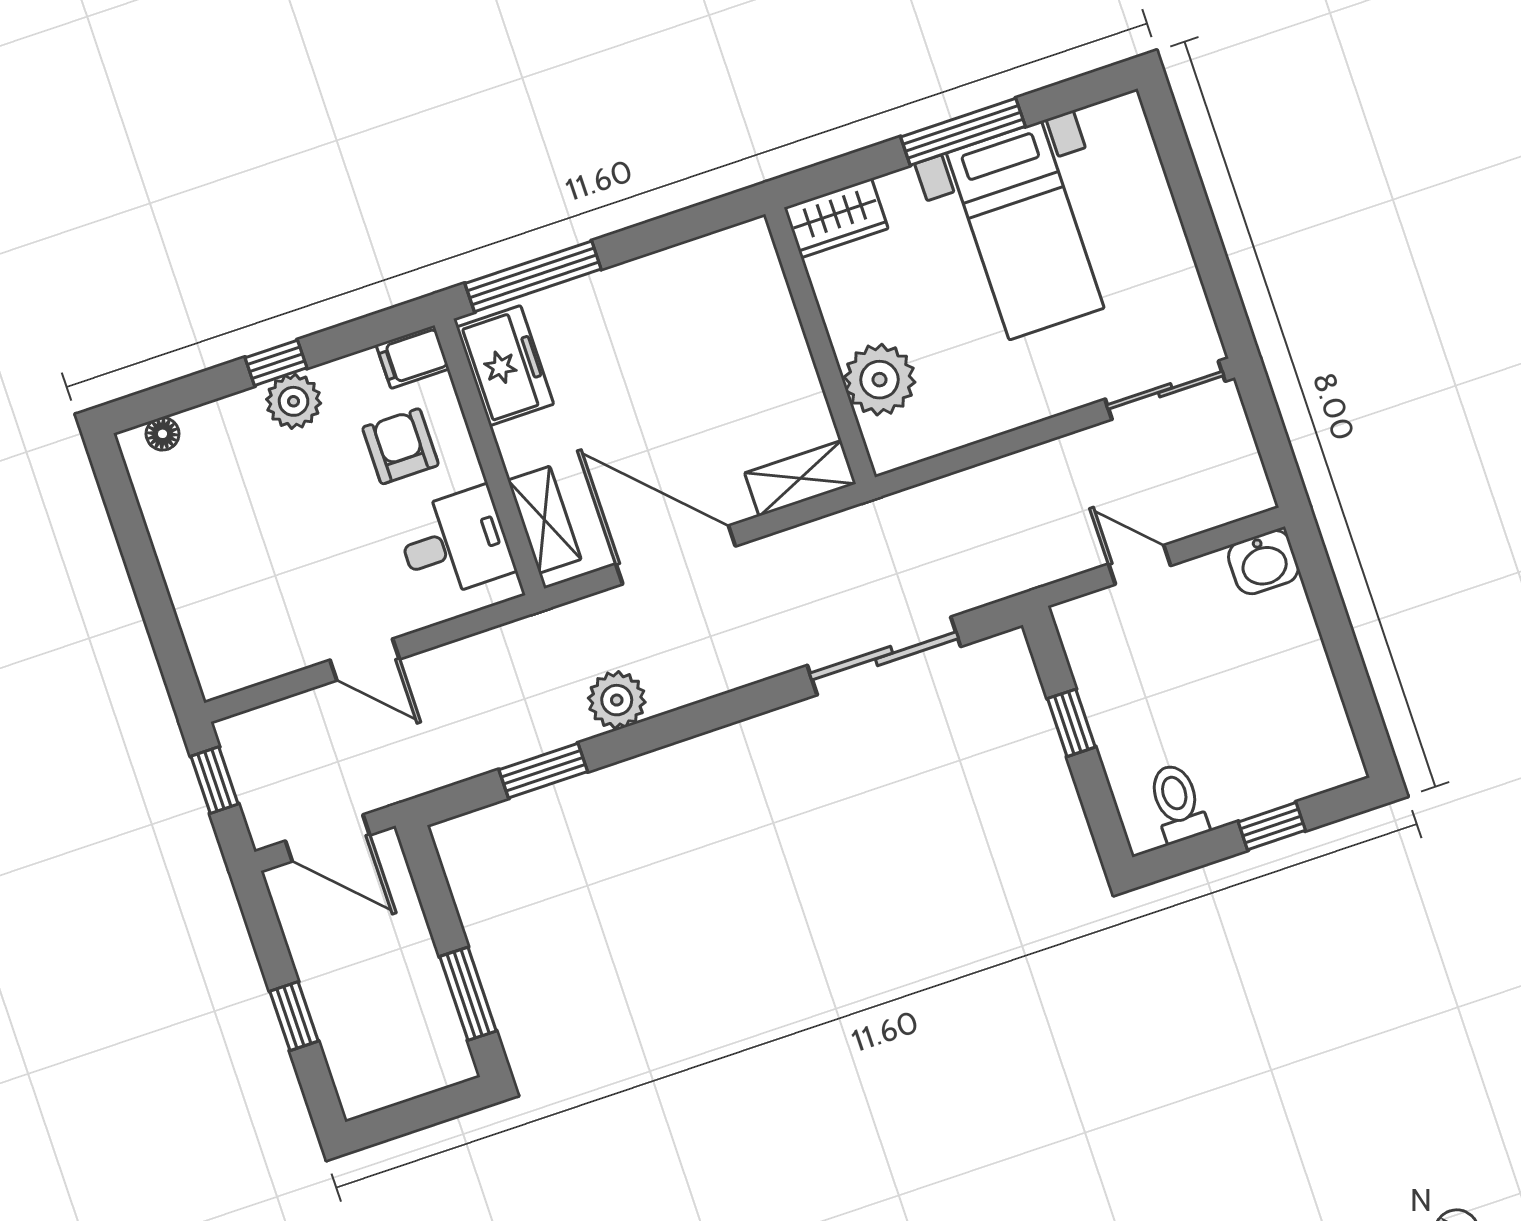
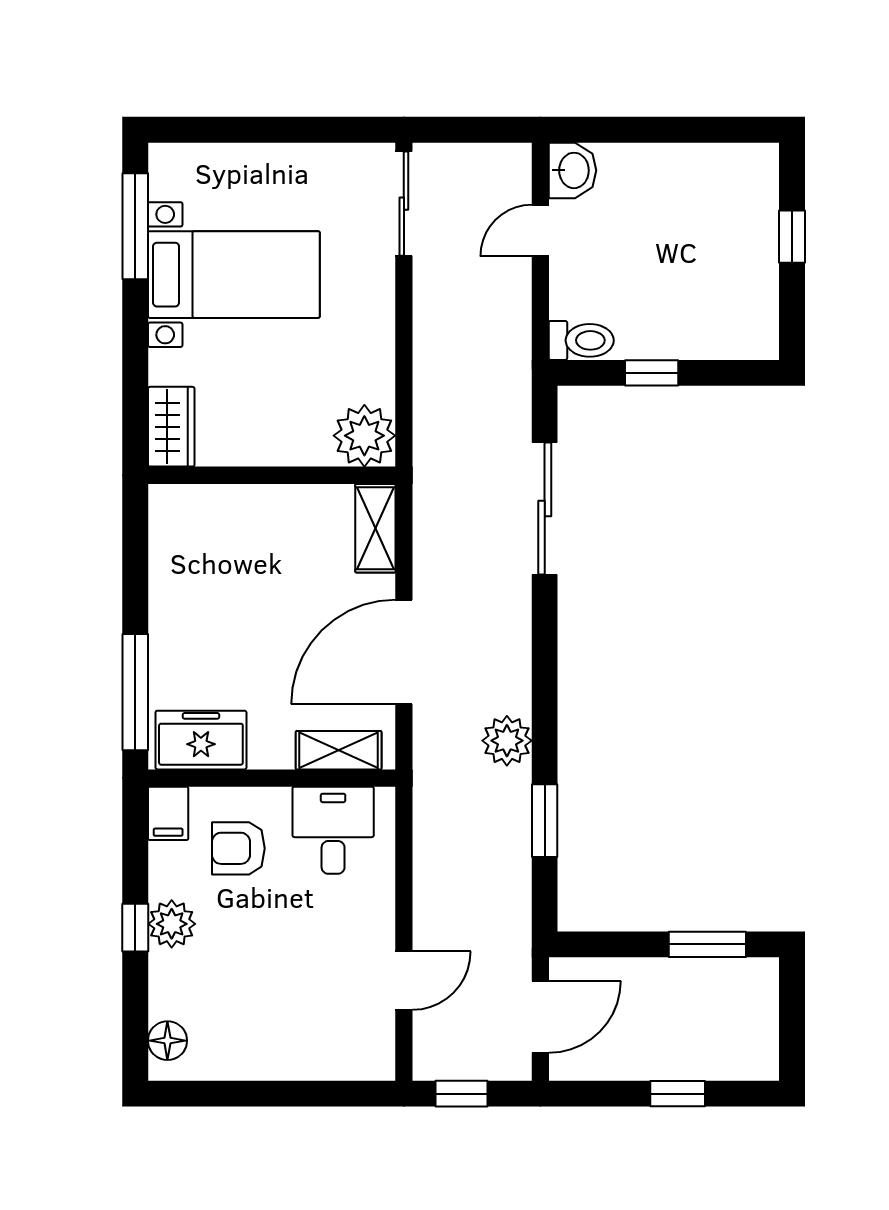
window: (963, 132) -> (135, 226), moved
plant: (880, 380) -> (364, 436), moved
floor lamp: (163, 434) -> (167, 1041), width x1.37, depth x1.37
door: (1140, 565) -> (540, 231), moved
door: (365, 660) -> (404, 981), moved
toilet: (1178, 803) -> (581, 340), moved, turned 180

